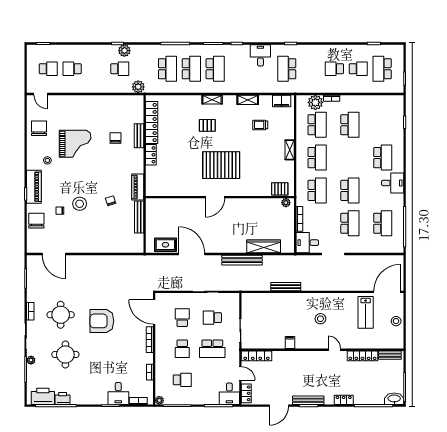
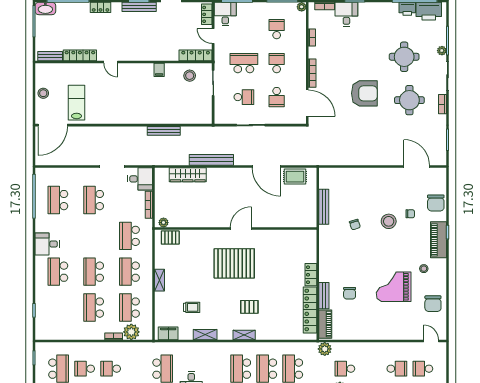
school desk: (334, 69) -> (111, 369), turned 180
piano: (138, 187) -> (325, 324), moved
school desk: (350, 190) -> (94, 272), moved
stool: (320, 319) -> (190, 76), moved
school desk: (182, 380) -> (277, 29), turned 90

